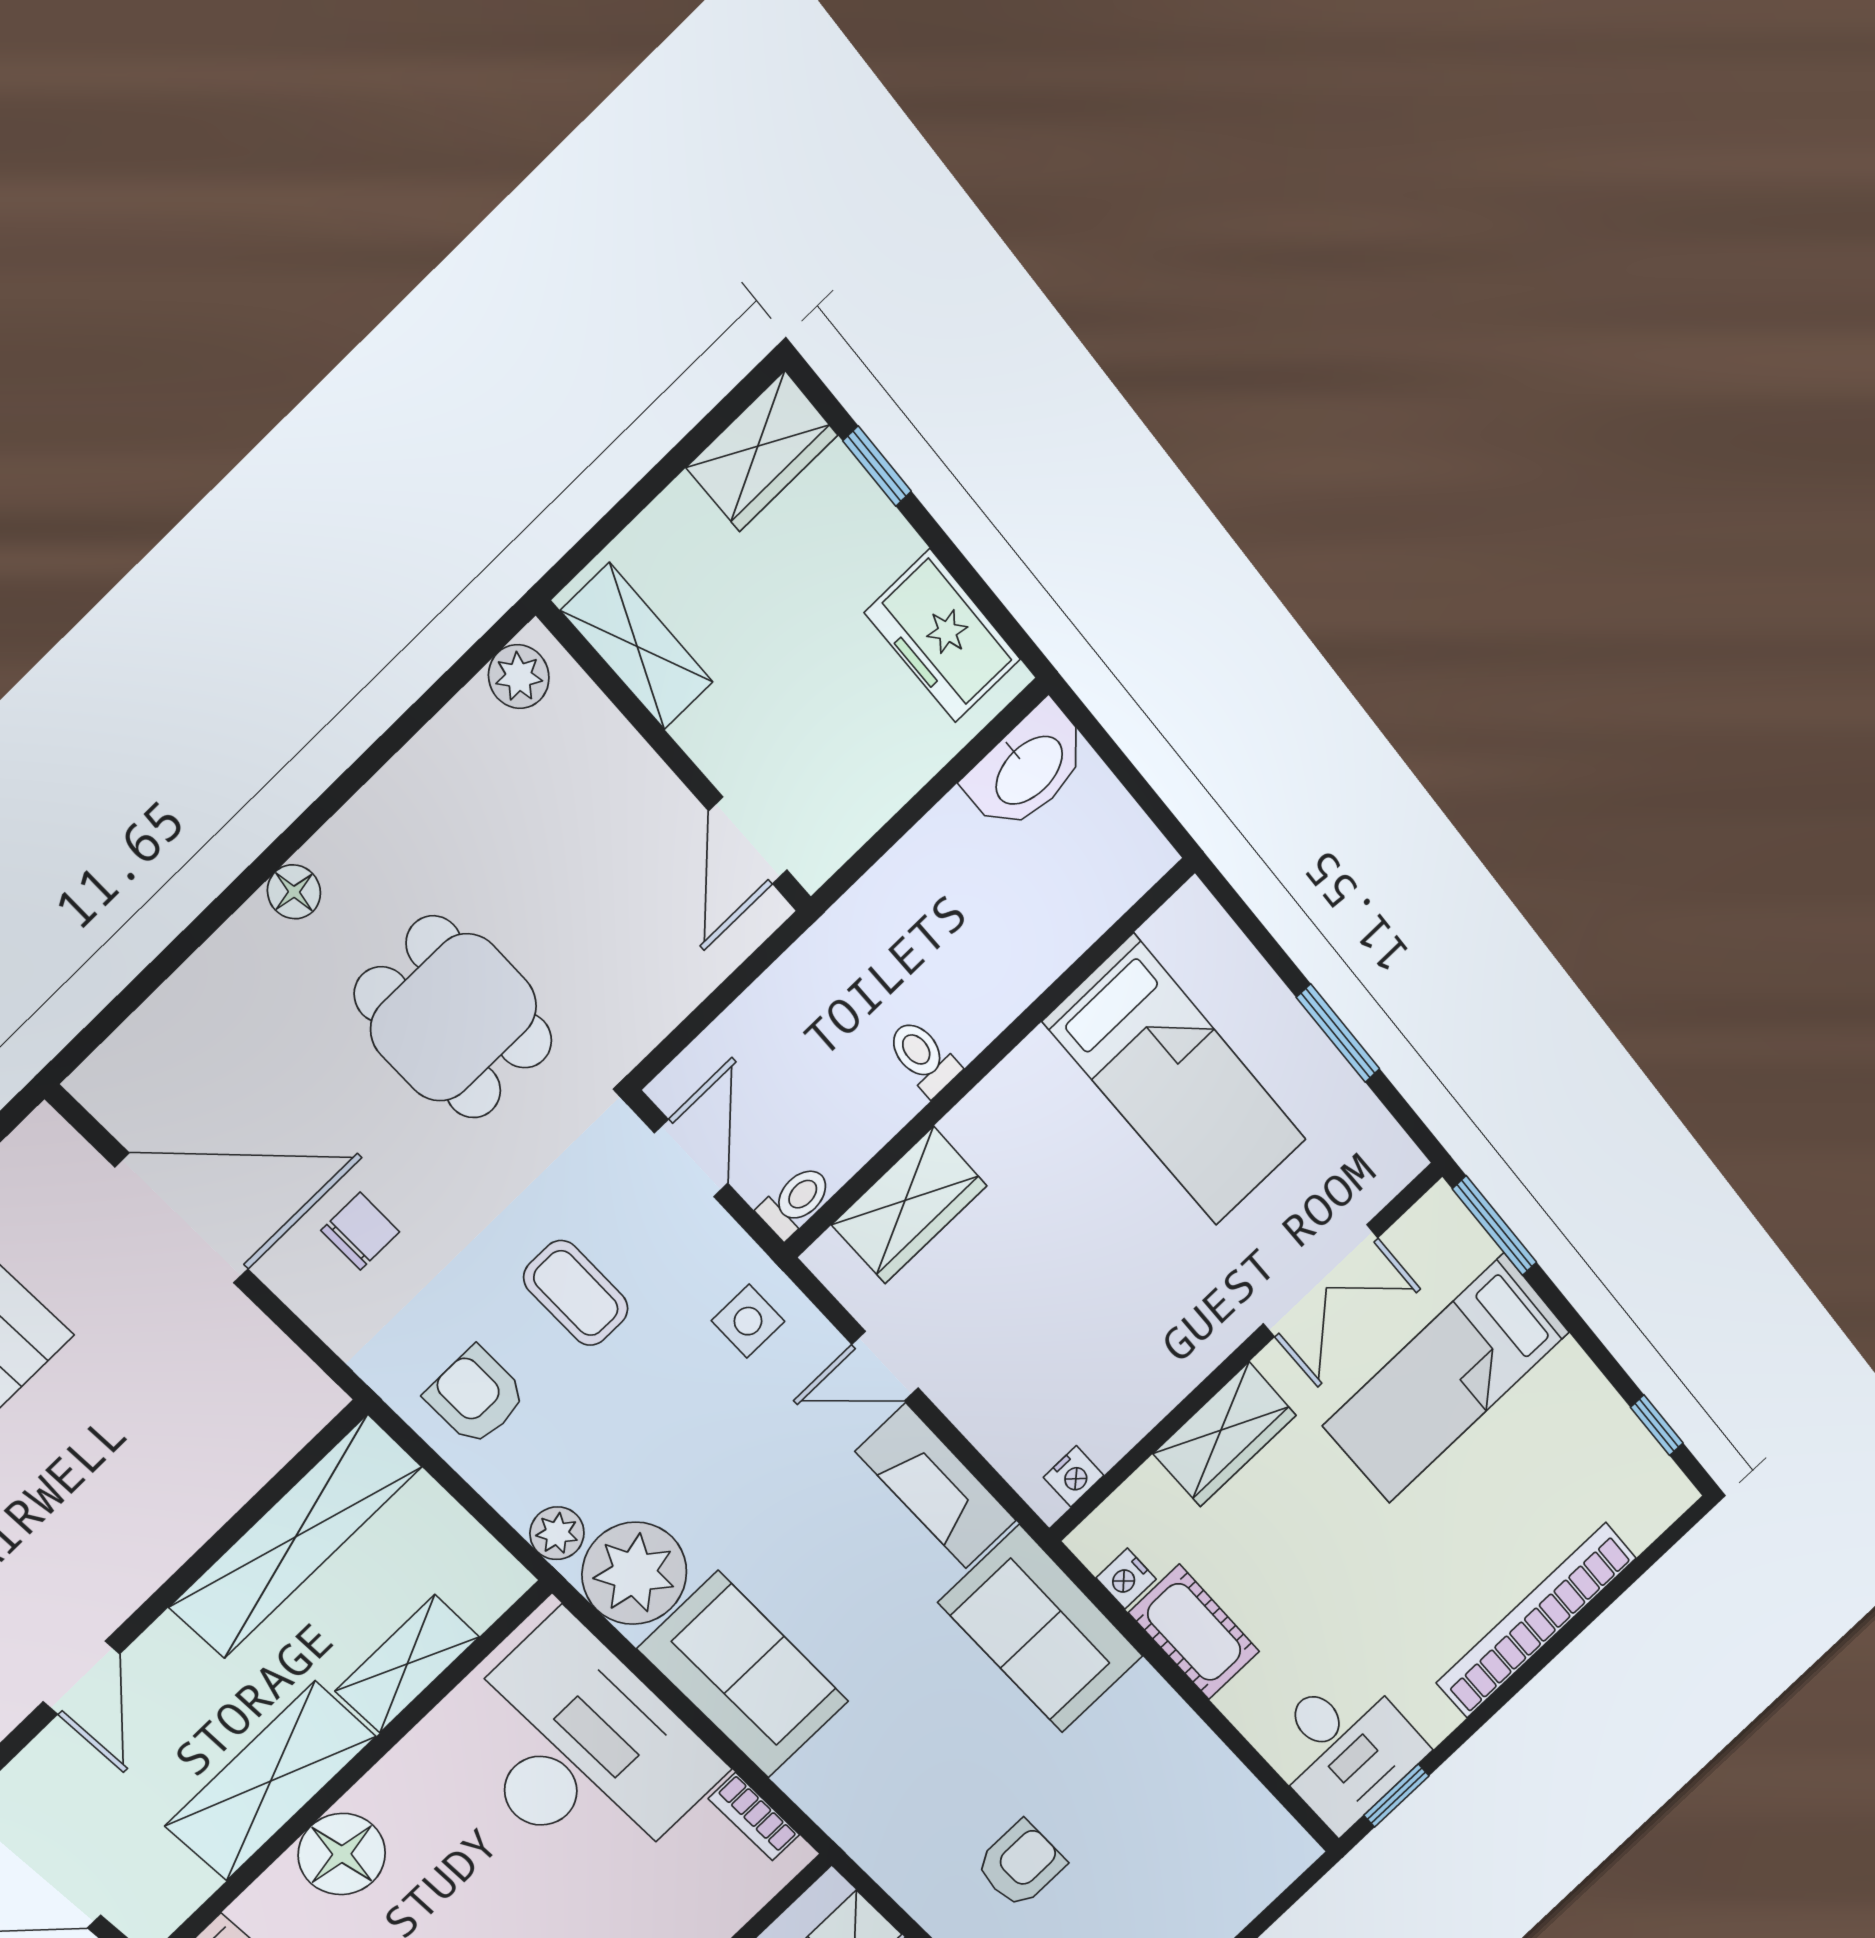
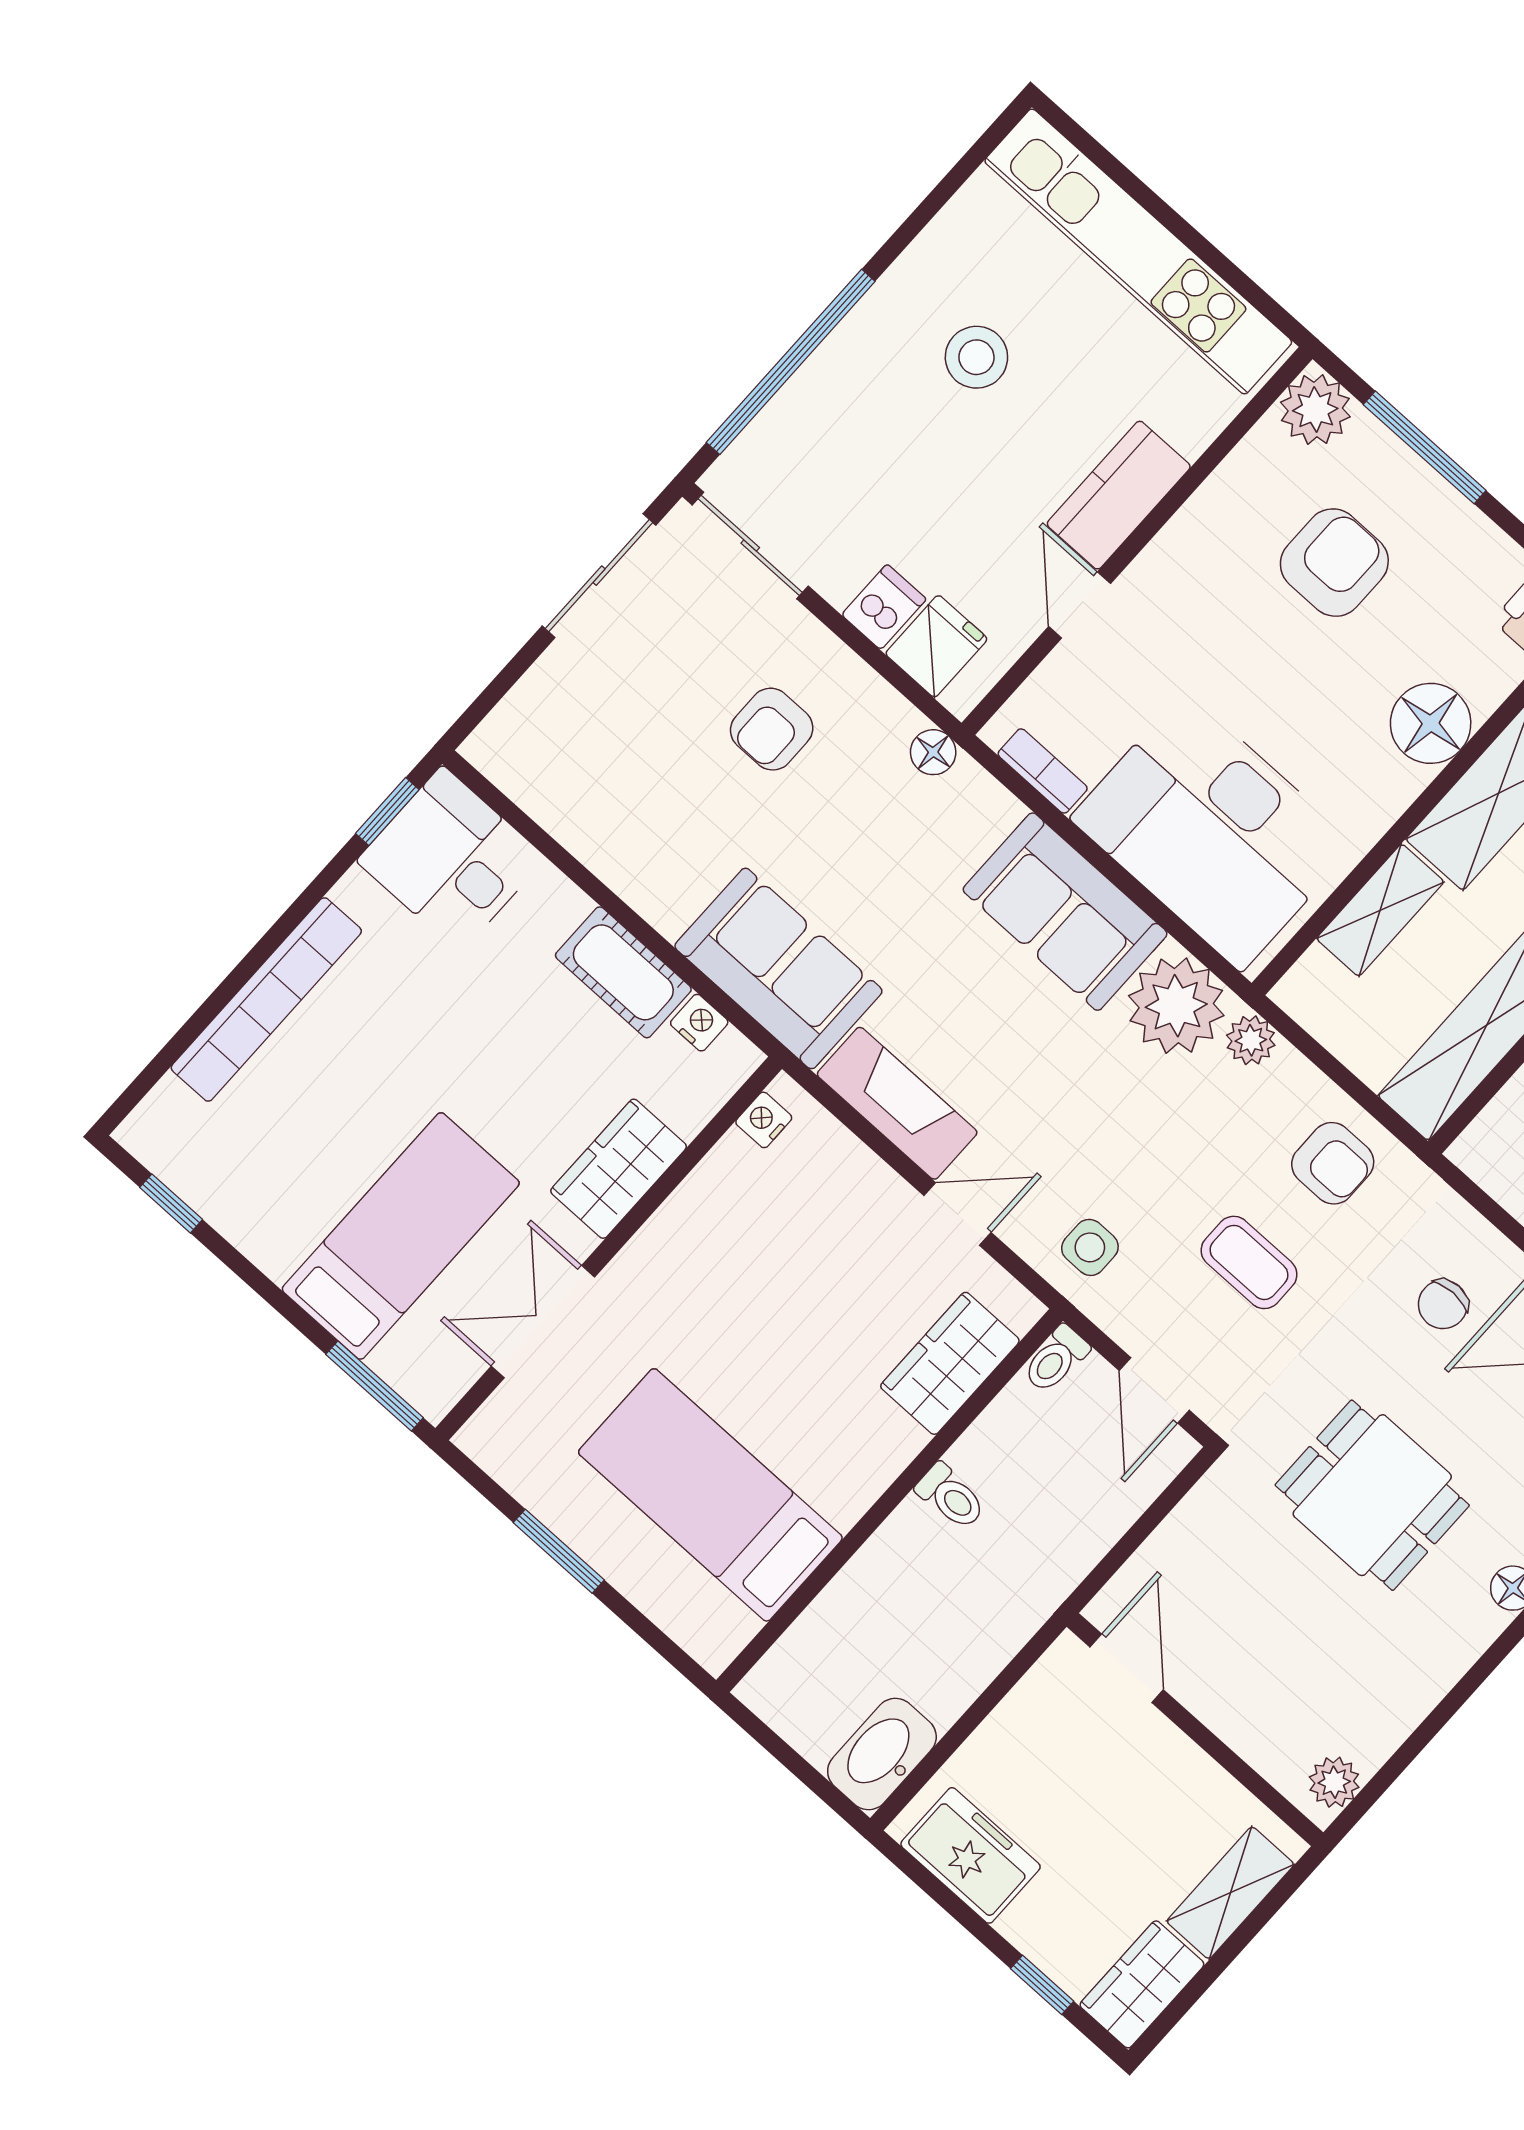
shelving: (637, 646) -> (1230, 1893), moved, turned 90
floor lamp: (863, 1838) -> (933, 752), added

